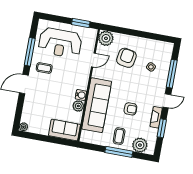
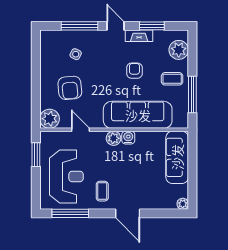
window: (30, 52) -> (70, 213), moved
armchair: (126, 58) -> (70, 88), turned -105
plant: (78, 106) -> (114, 138), moved
sofa: (64, 130) -> (177, 157), width x1.36
window: (119, 152) -> (192, 95), moved

